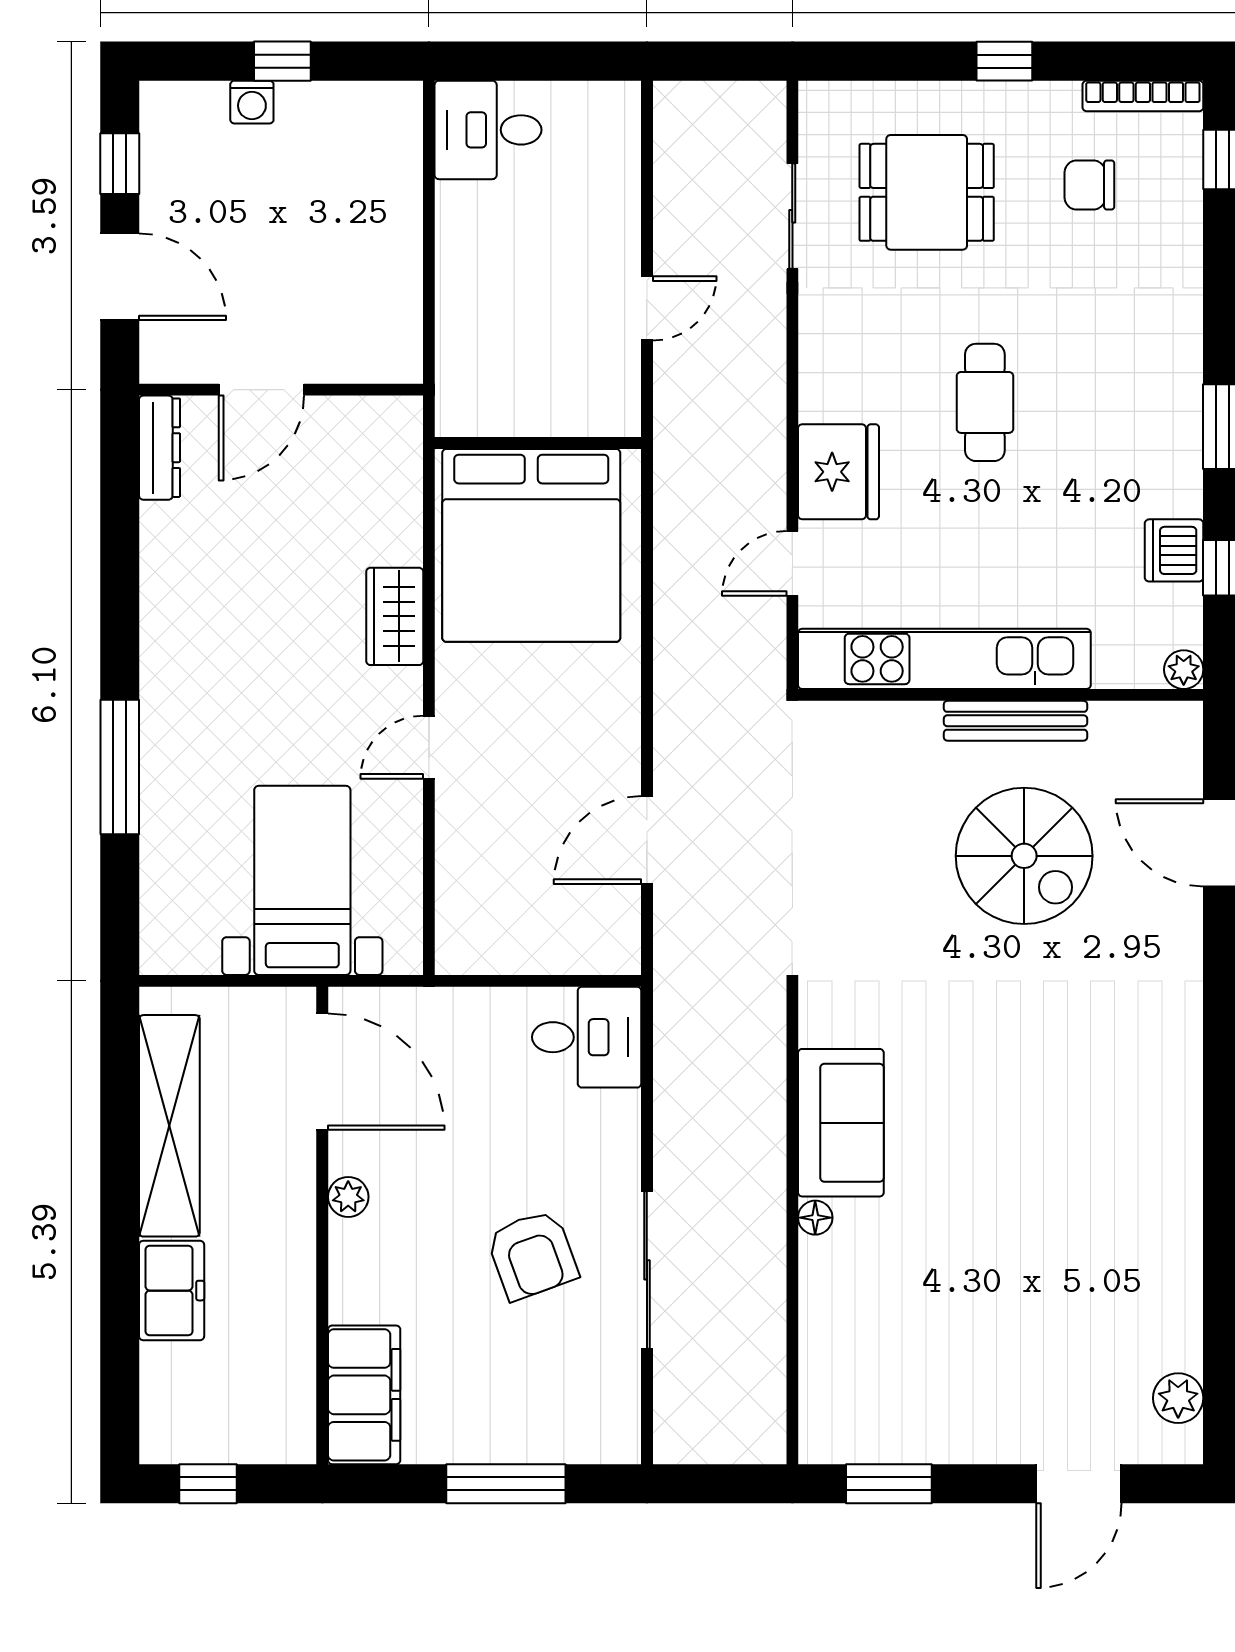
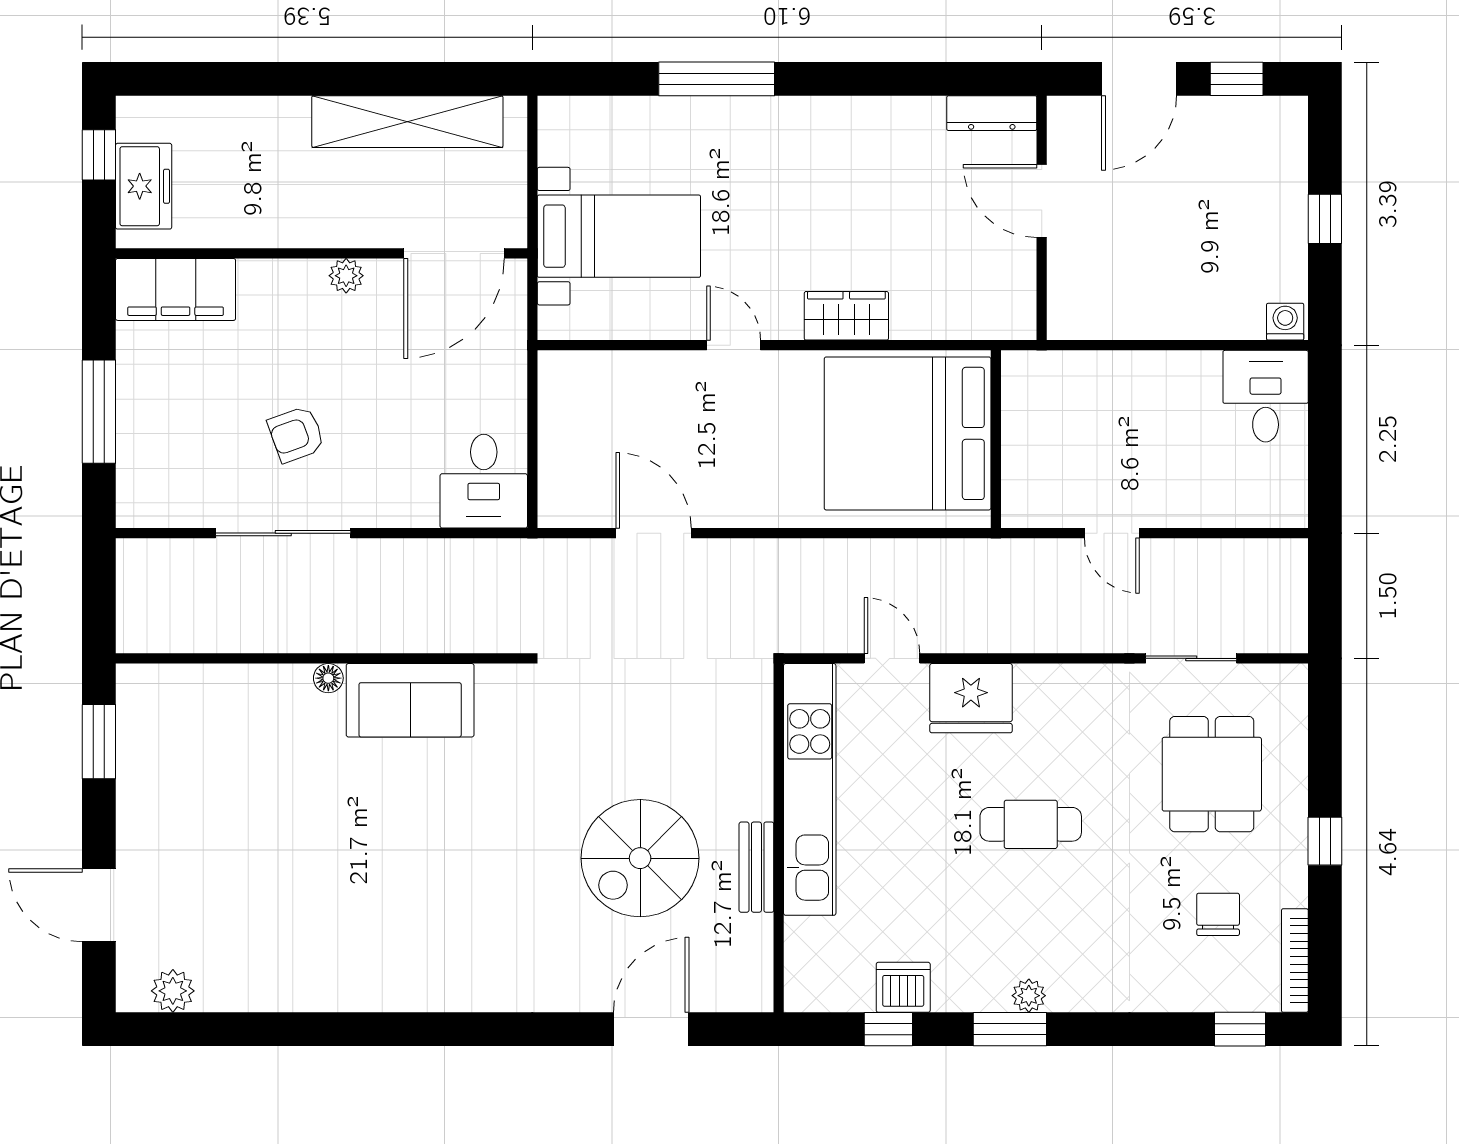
washing machine: (252, 102) -> (1285, 322), moved, turned 90
plant: (1184, 670) -> (1029, 996), moved
bench: (1016, 721) -> (756, 867), width x0.73
armchair: (532, 1255) -> (296, 434), width x0.72, depth x0.72
freezer: (172, 1291) -> (144, 186), moved, turned -90

